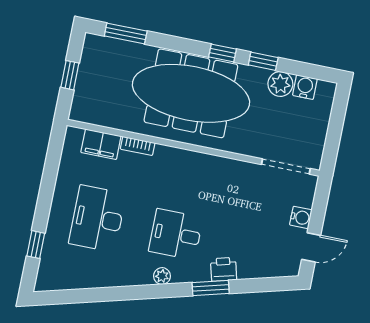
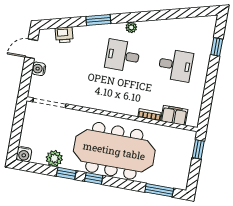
window: (70, 75) -> (198, 149), moved
water cooler: (305, 87) -> (24, 154), moved
desk: (97, 219) -> (176, 65), width x0.73
desk: (176, 234) -> (123, 56), turned 180
printer: (224, 269) -> (64, 35), moved

